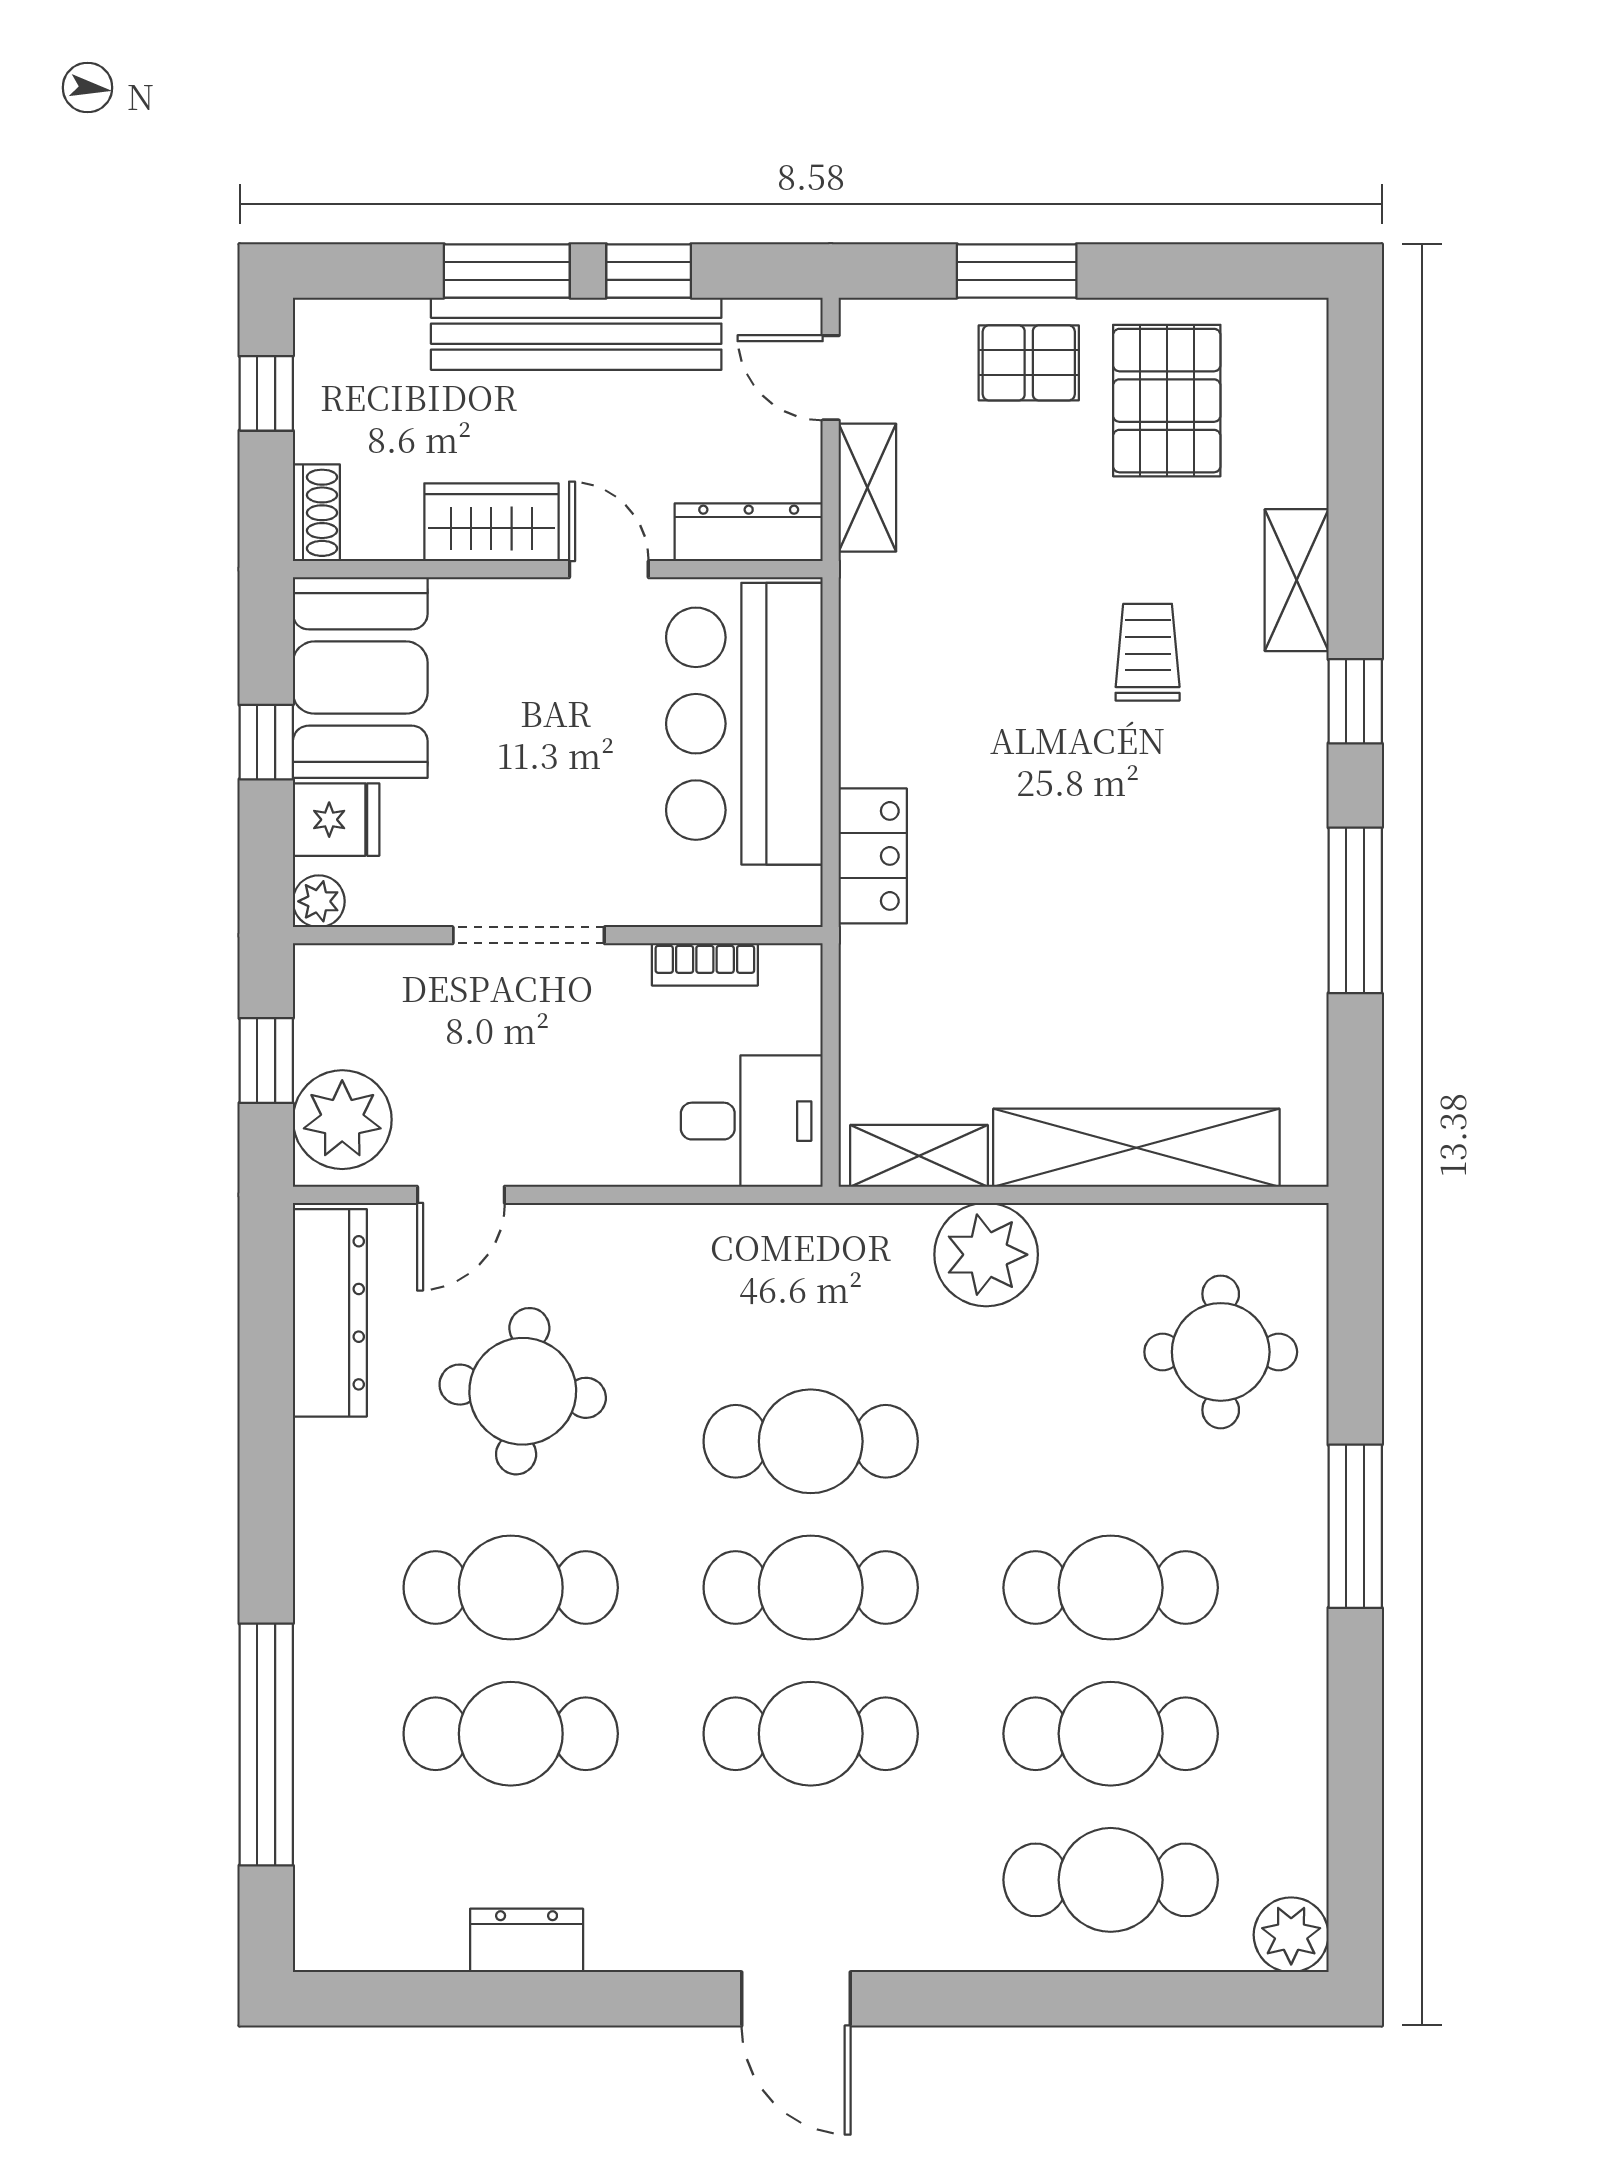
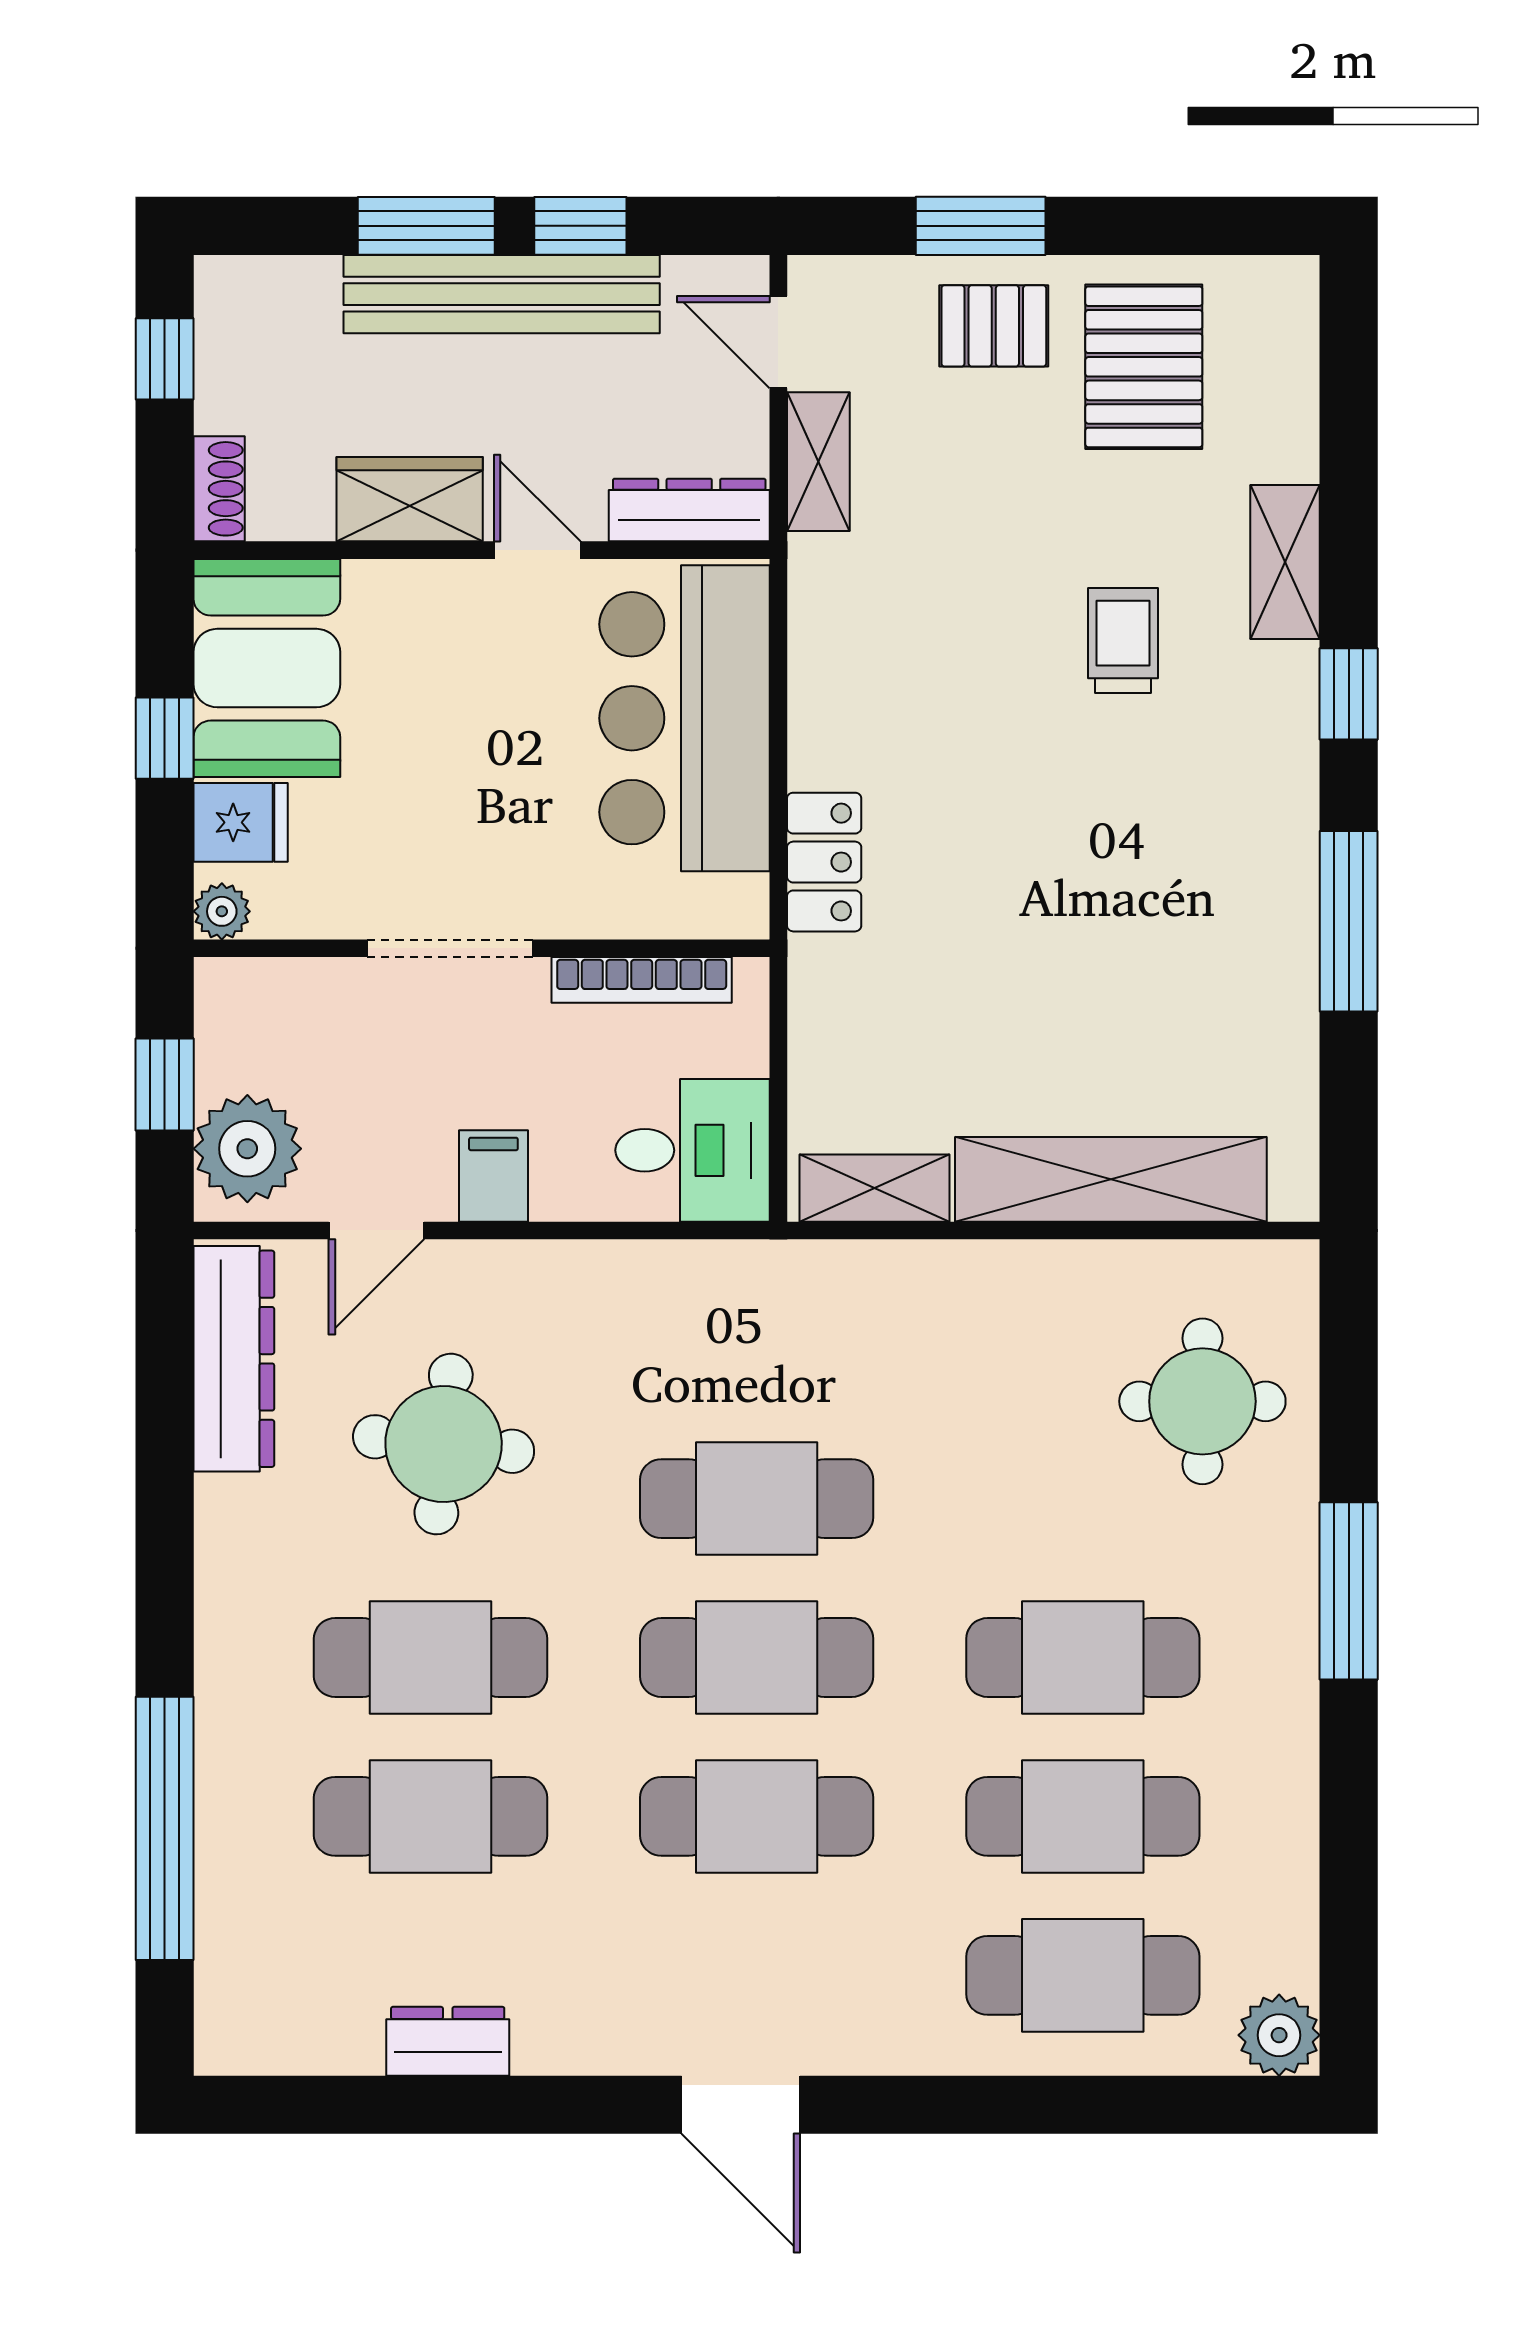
bookcase: (705, 964) -> (642, 980), width x1.56
filing cabinet: (569, 1145) -> (493, 1176), added
plant: (986, 1255) -> (947, 1295), removed

